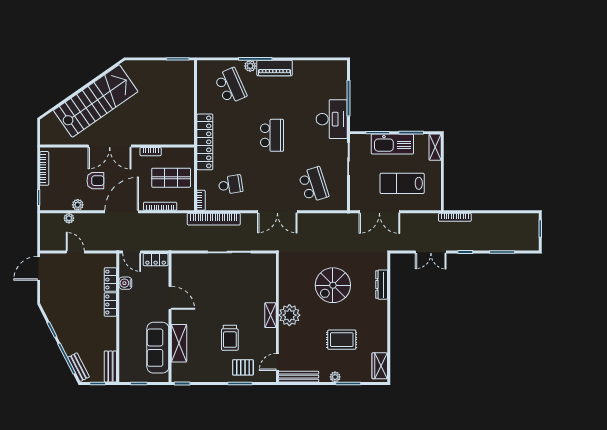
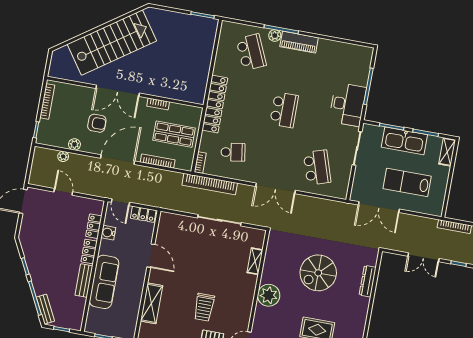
shelving: (270, 315) -> (255, 261), moved
sofa: (158, 348) -> (104, 282), moved, turned 180
bench: (110, 366) -> (84, 281), moved

